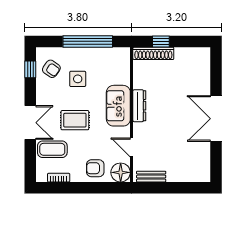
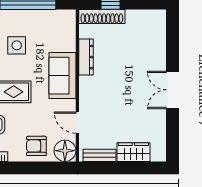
dresser: (139, 106) -> (86, 57), moved
double door: (216, 119) -> (172, 90), width x0.73
wardrobe: (181, 174) -> (133, 152), added

